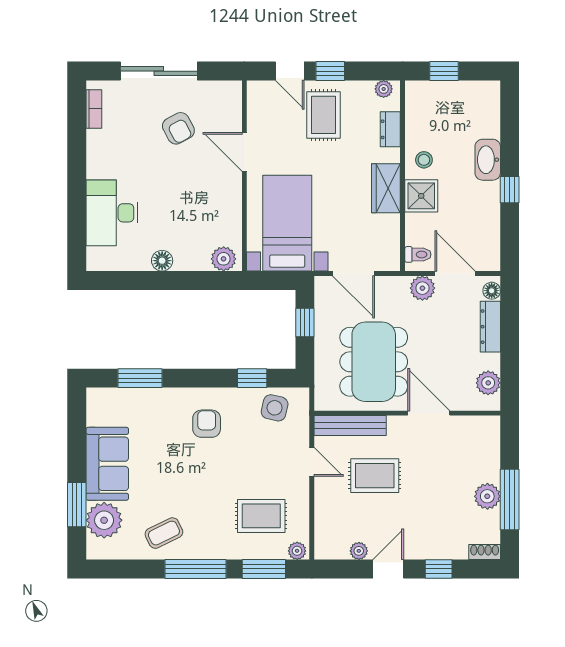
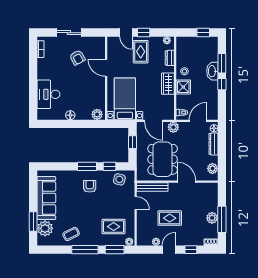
sliding door: (159, 71) -> (69, 33), width x0.73
window: (444, 71) -> (203, 33), moved
window: (510, 141) -> (222, 63), added
door: (455, 273) -> (198, 121), hinge flipped
plant: (422, 288) -> (173, 127), moved
window: (140, 378) -> (87, 166), moved
sofa: (107, 464) -> (46, 198), width x1.36
rug: (375, 476) -> (170, 218), moved

